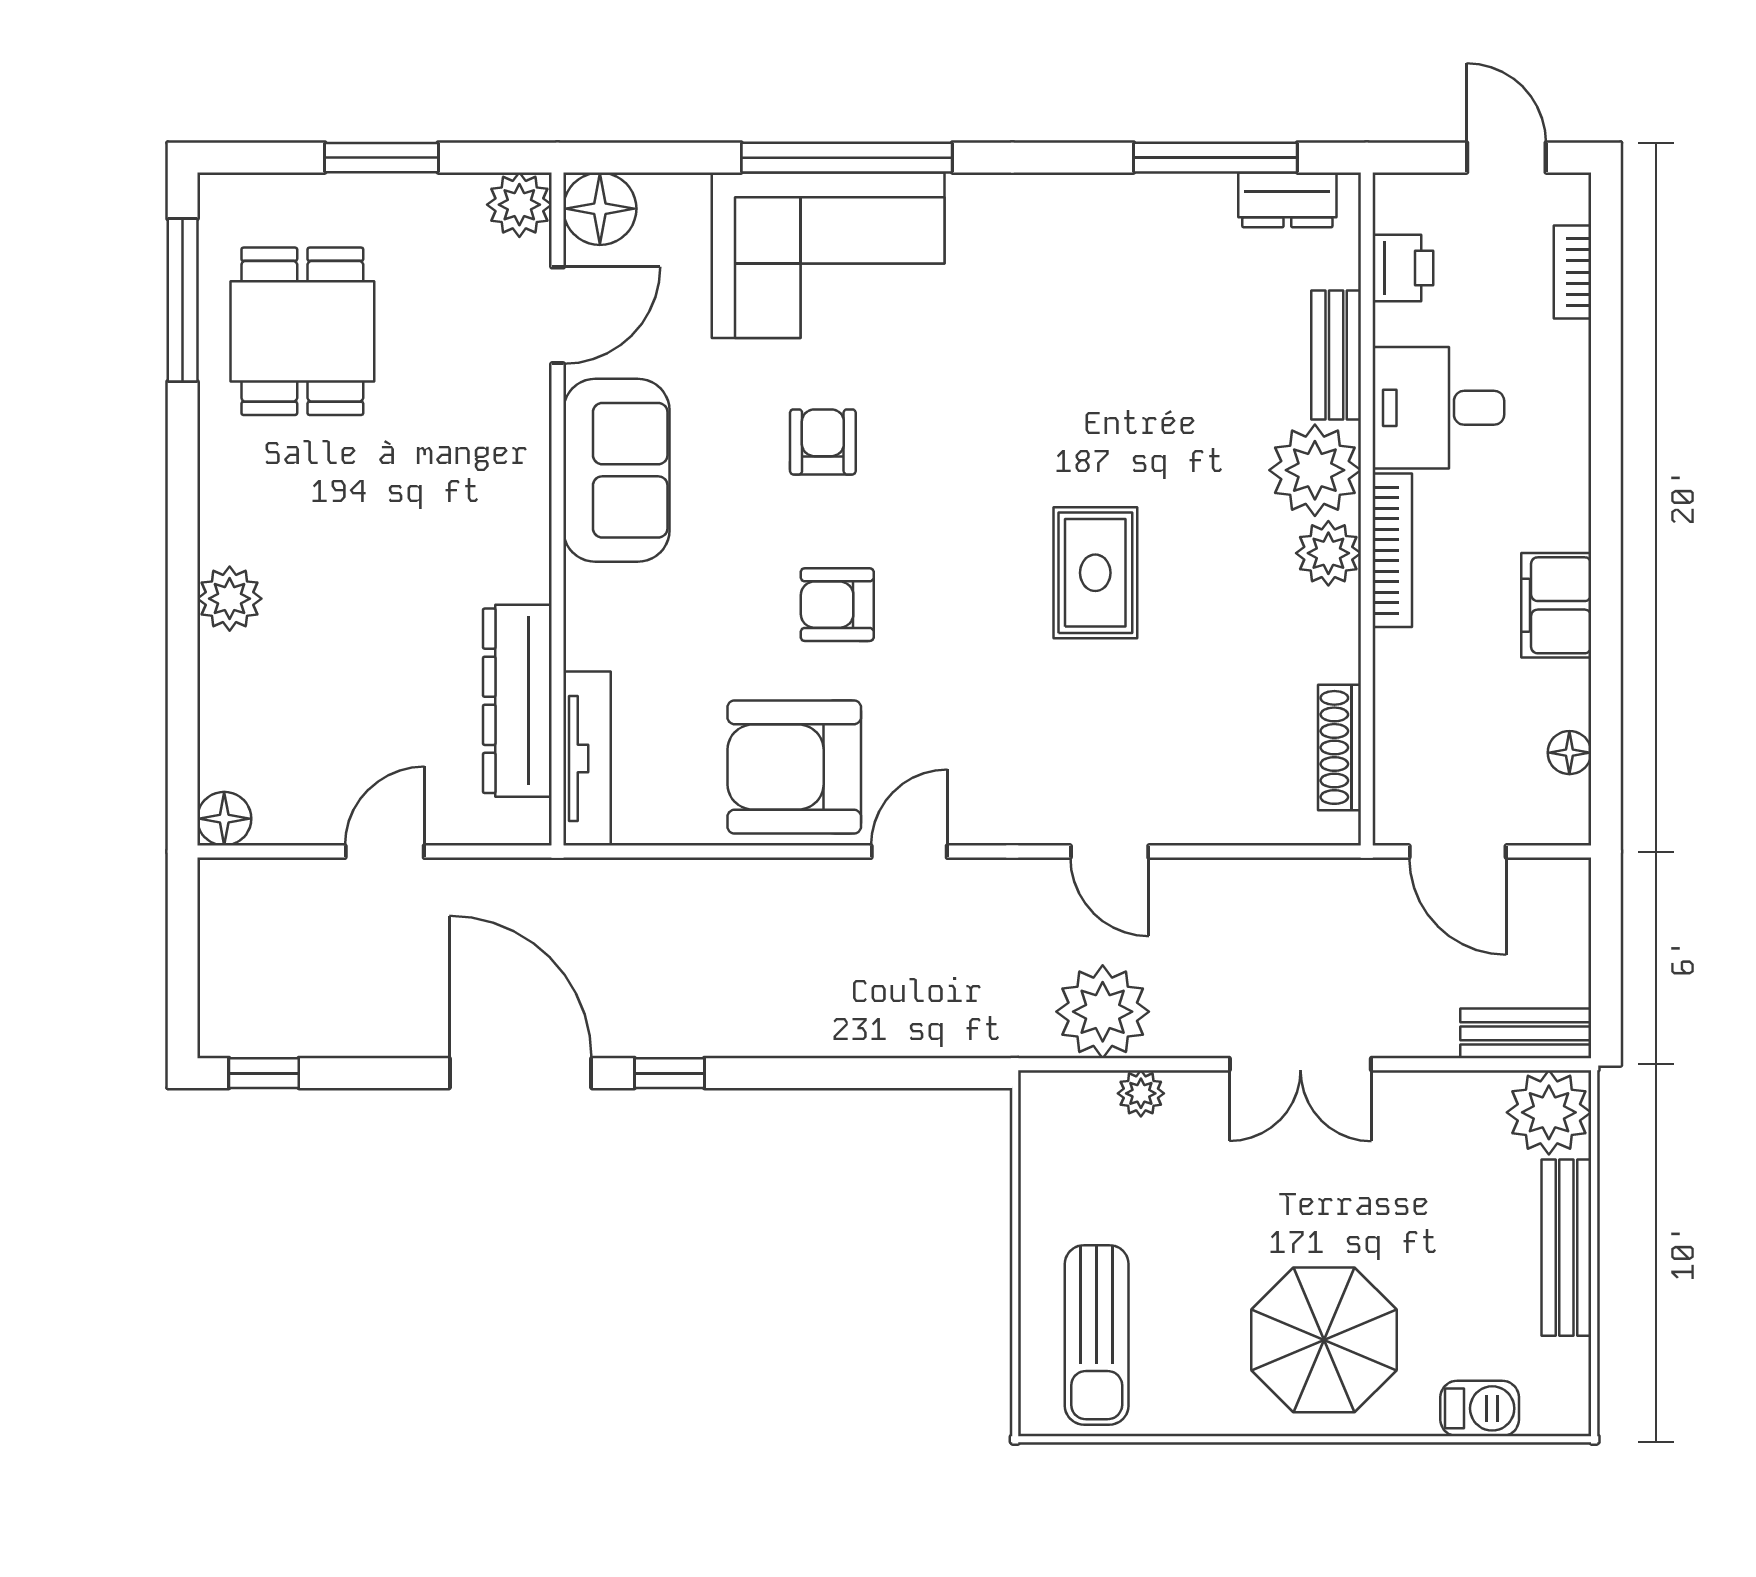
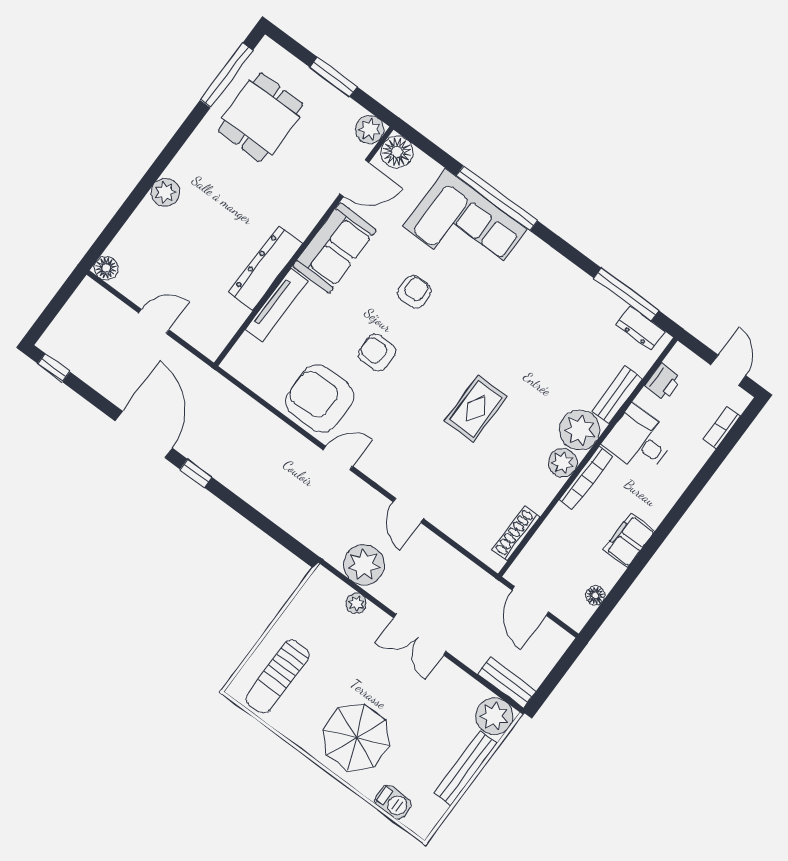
dresser: (517, 701) -> (266, 268), moved
tv unit: (587, 759) -> (276, 305), moved

